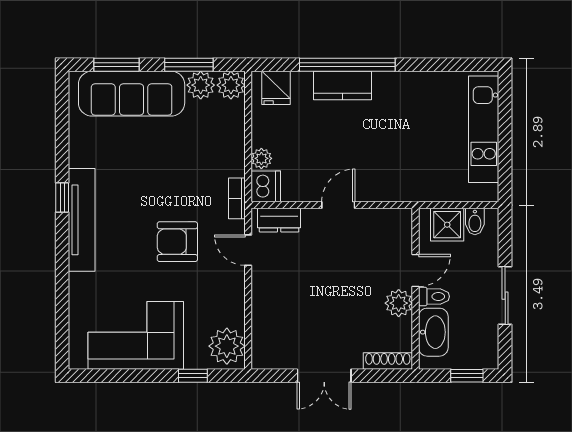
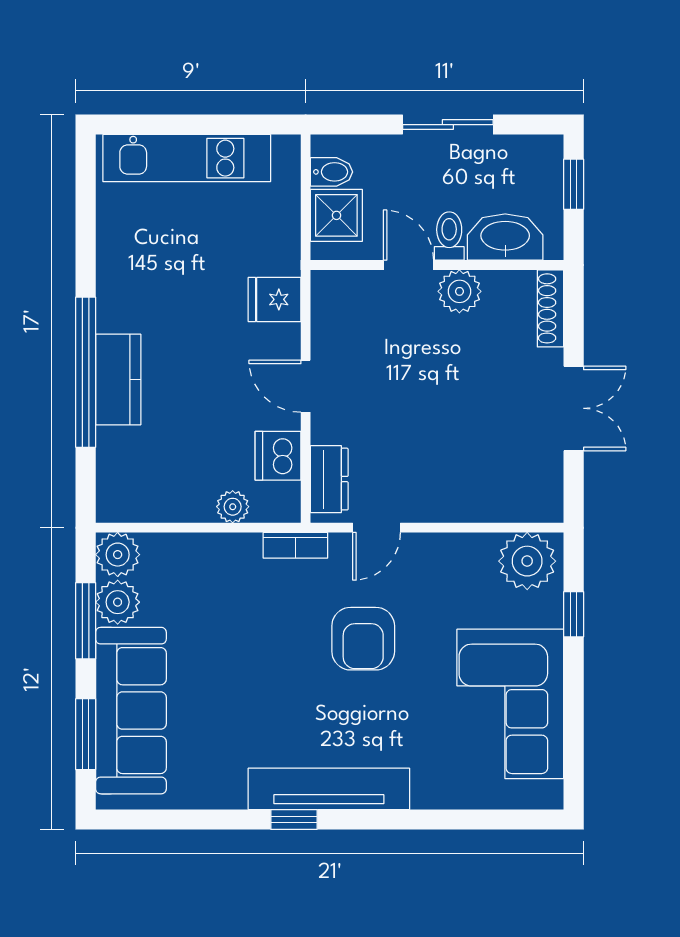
fridge: (276, 88) -> (275, 299), moved, turned 180
dishwasher: (266, 186) -> (278, 456), moved, turned -90

